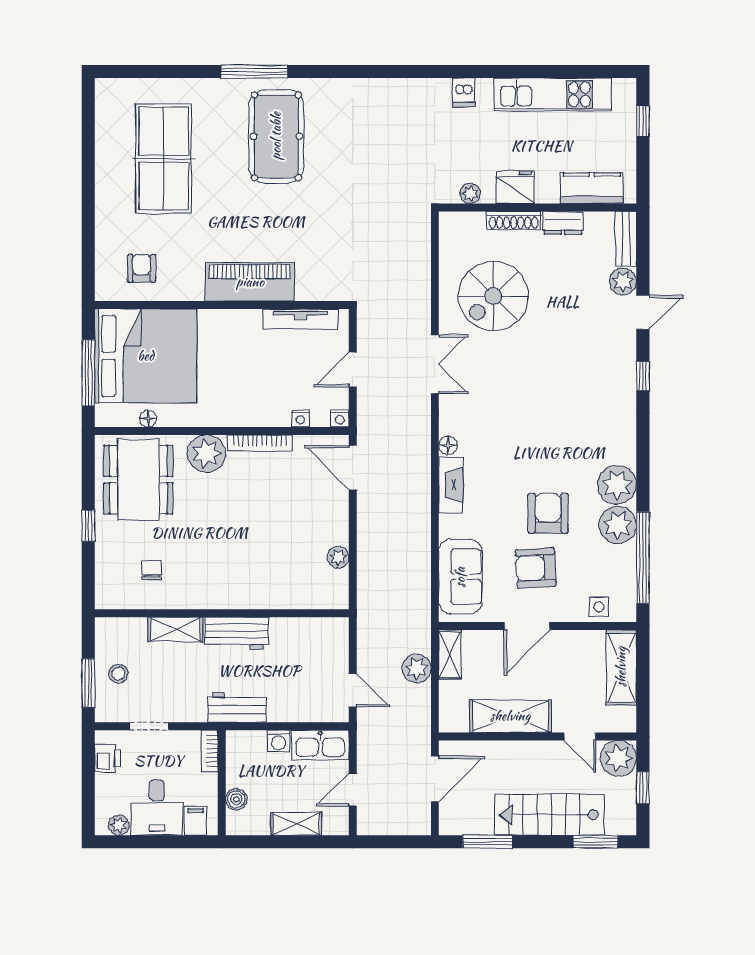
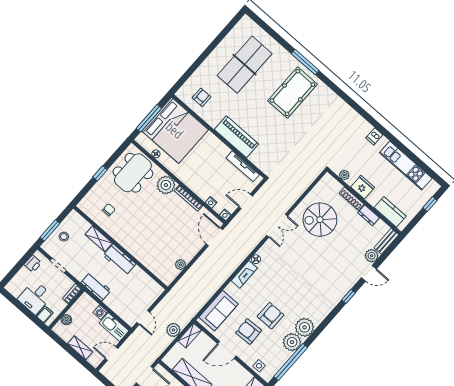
plant: (119, 825) -> (16, 292), removed

